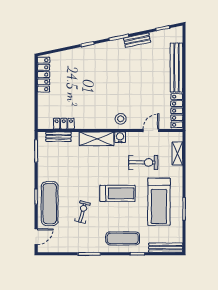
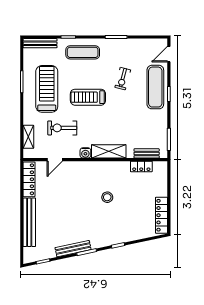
bench: (137, 40) -> (73, 249), width x1.36
stool: (121, 119) -> (107, 197), moved

